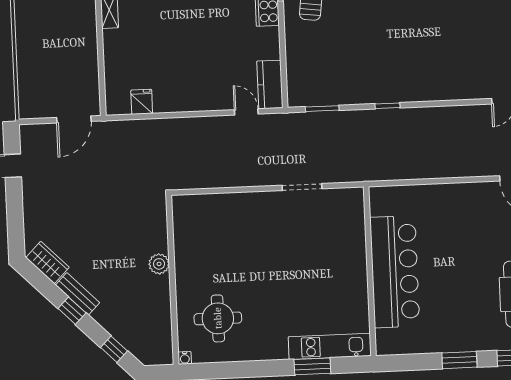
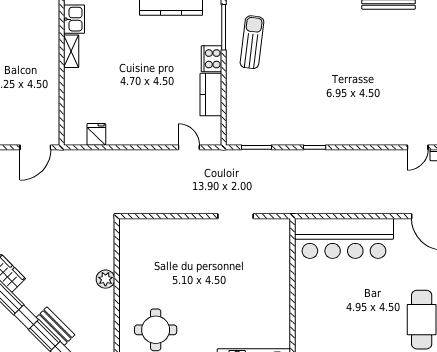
kitchen counter: (270, 84) -> (211, 95), moved
bar counter: (395, 272) -> (344, 238), moved, turned 90
bench: (78, 294) -> (56, 326), moved

